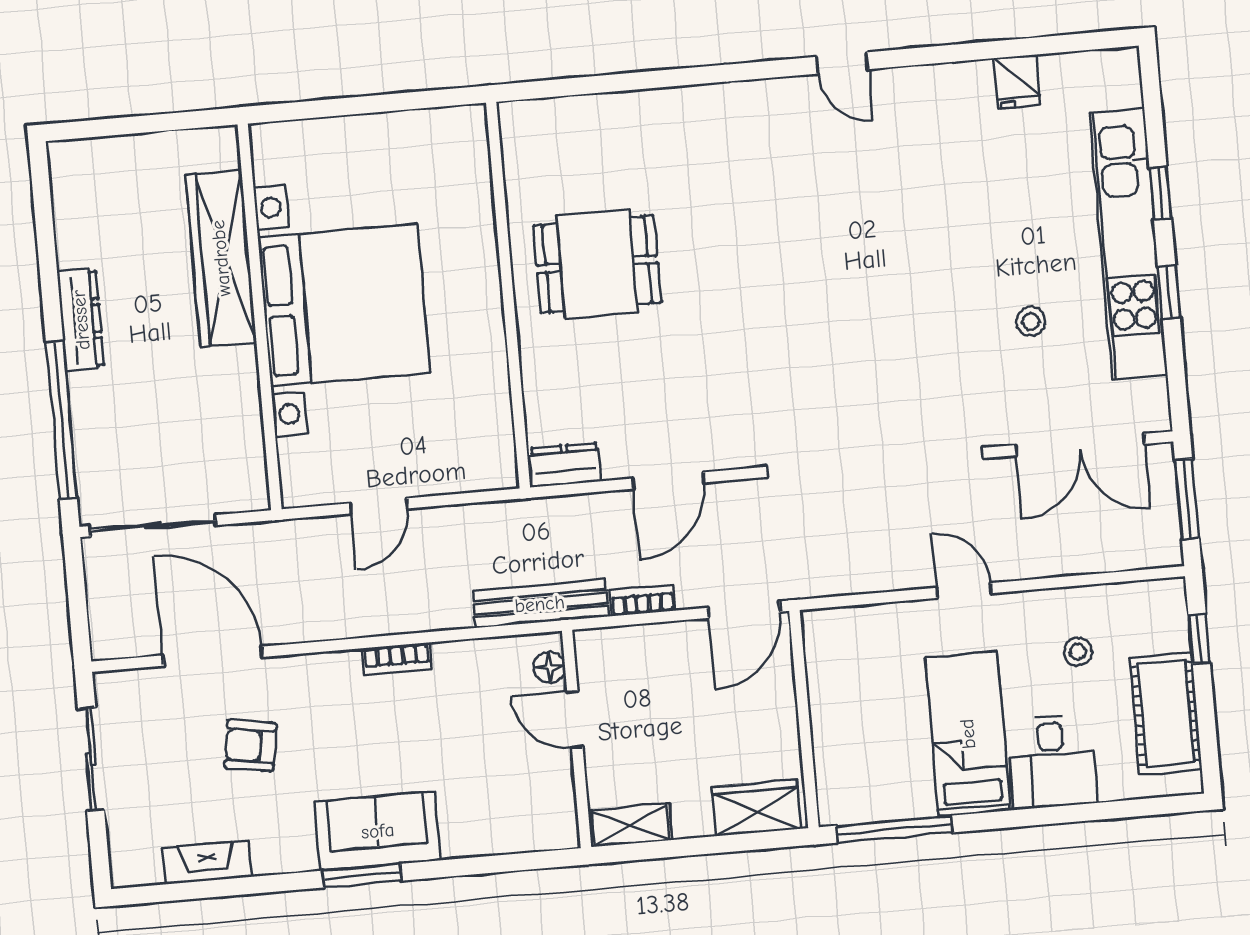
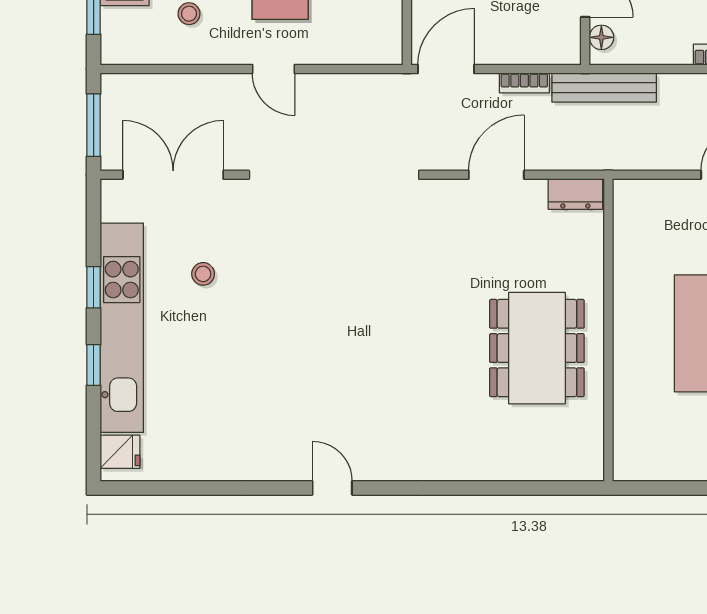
fridge: (1017, 82) -> (120, 452), moved, turned 90
dining table: (597, 264) -> (537, 348), width x1.38

